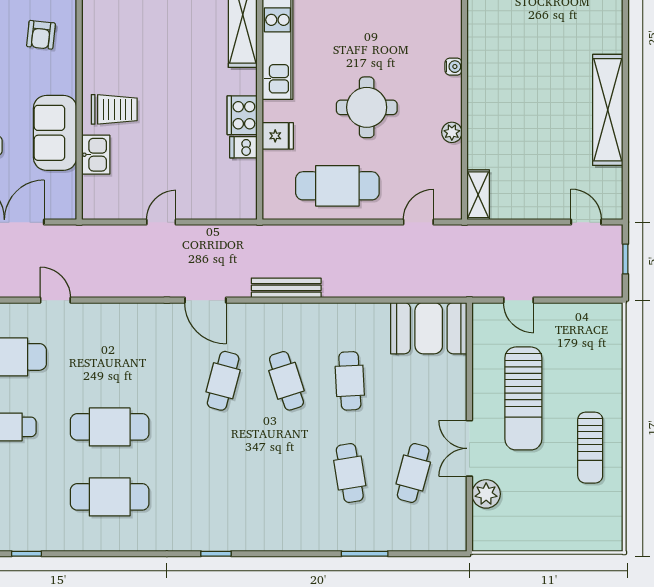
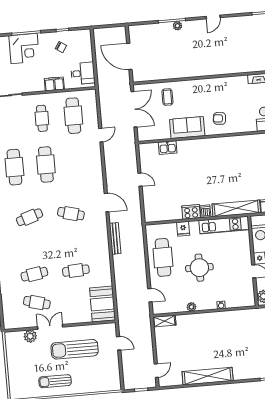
trolley: (114, 109) -> (189, 154), removed
sofa: (55, 133) -> (187, 128), moved
dishwasher: (243, 147) -> (205, 211), moved
door: (205, 300) -> (107, 203), swing flipped
door: (519, 300) -> (119, 343), swing flipped
cafe table: (286, 381) -> (30, 217), moved

